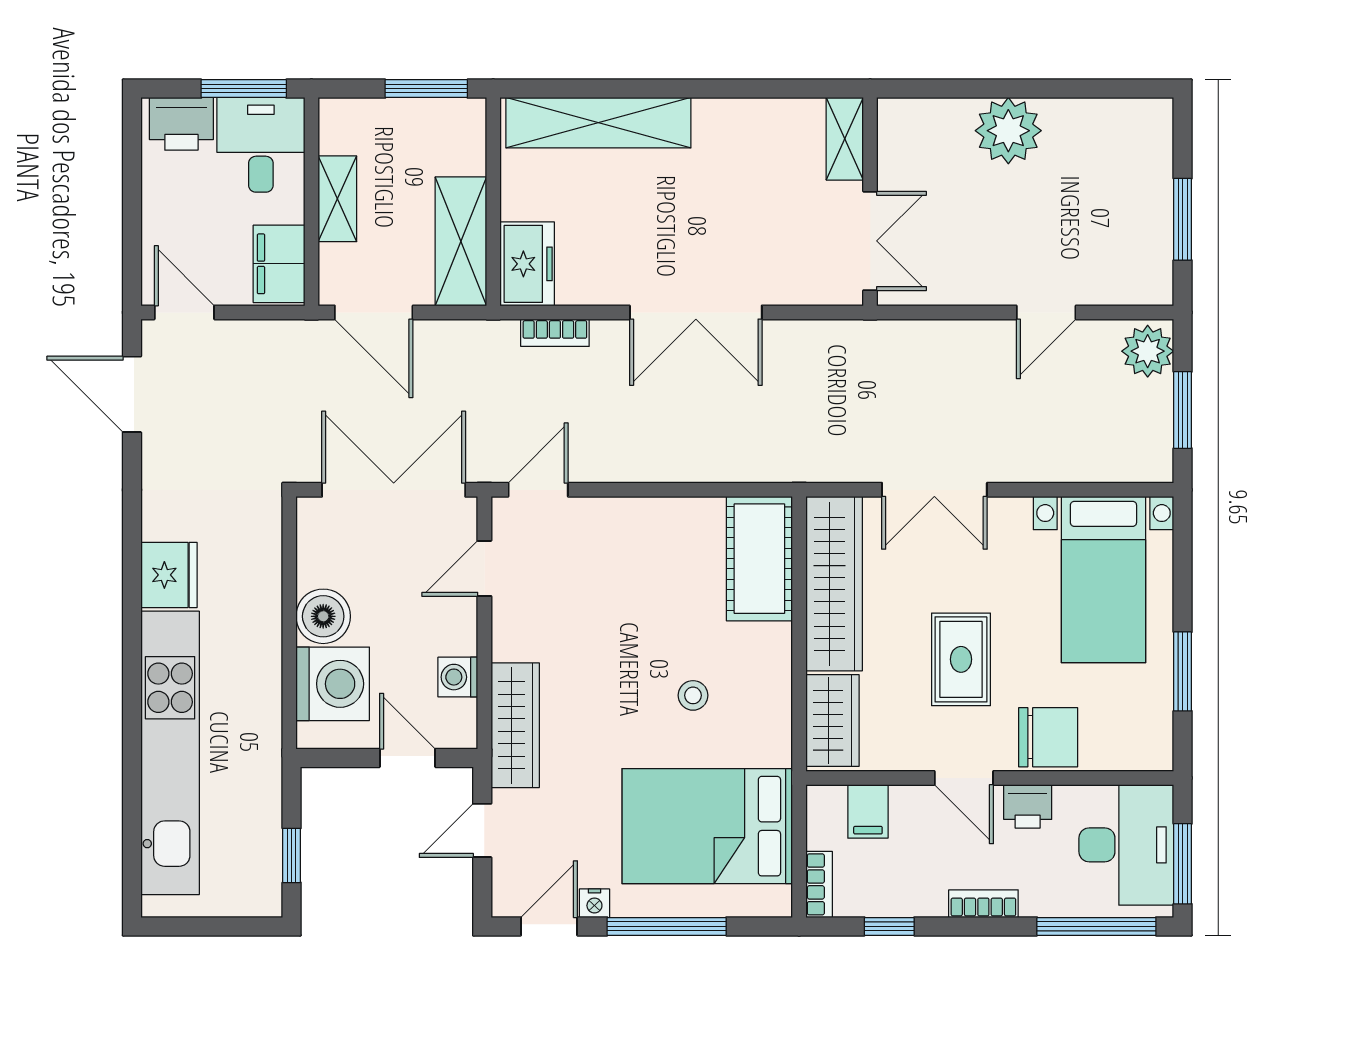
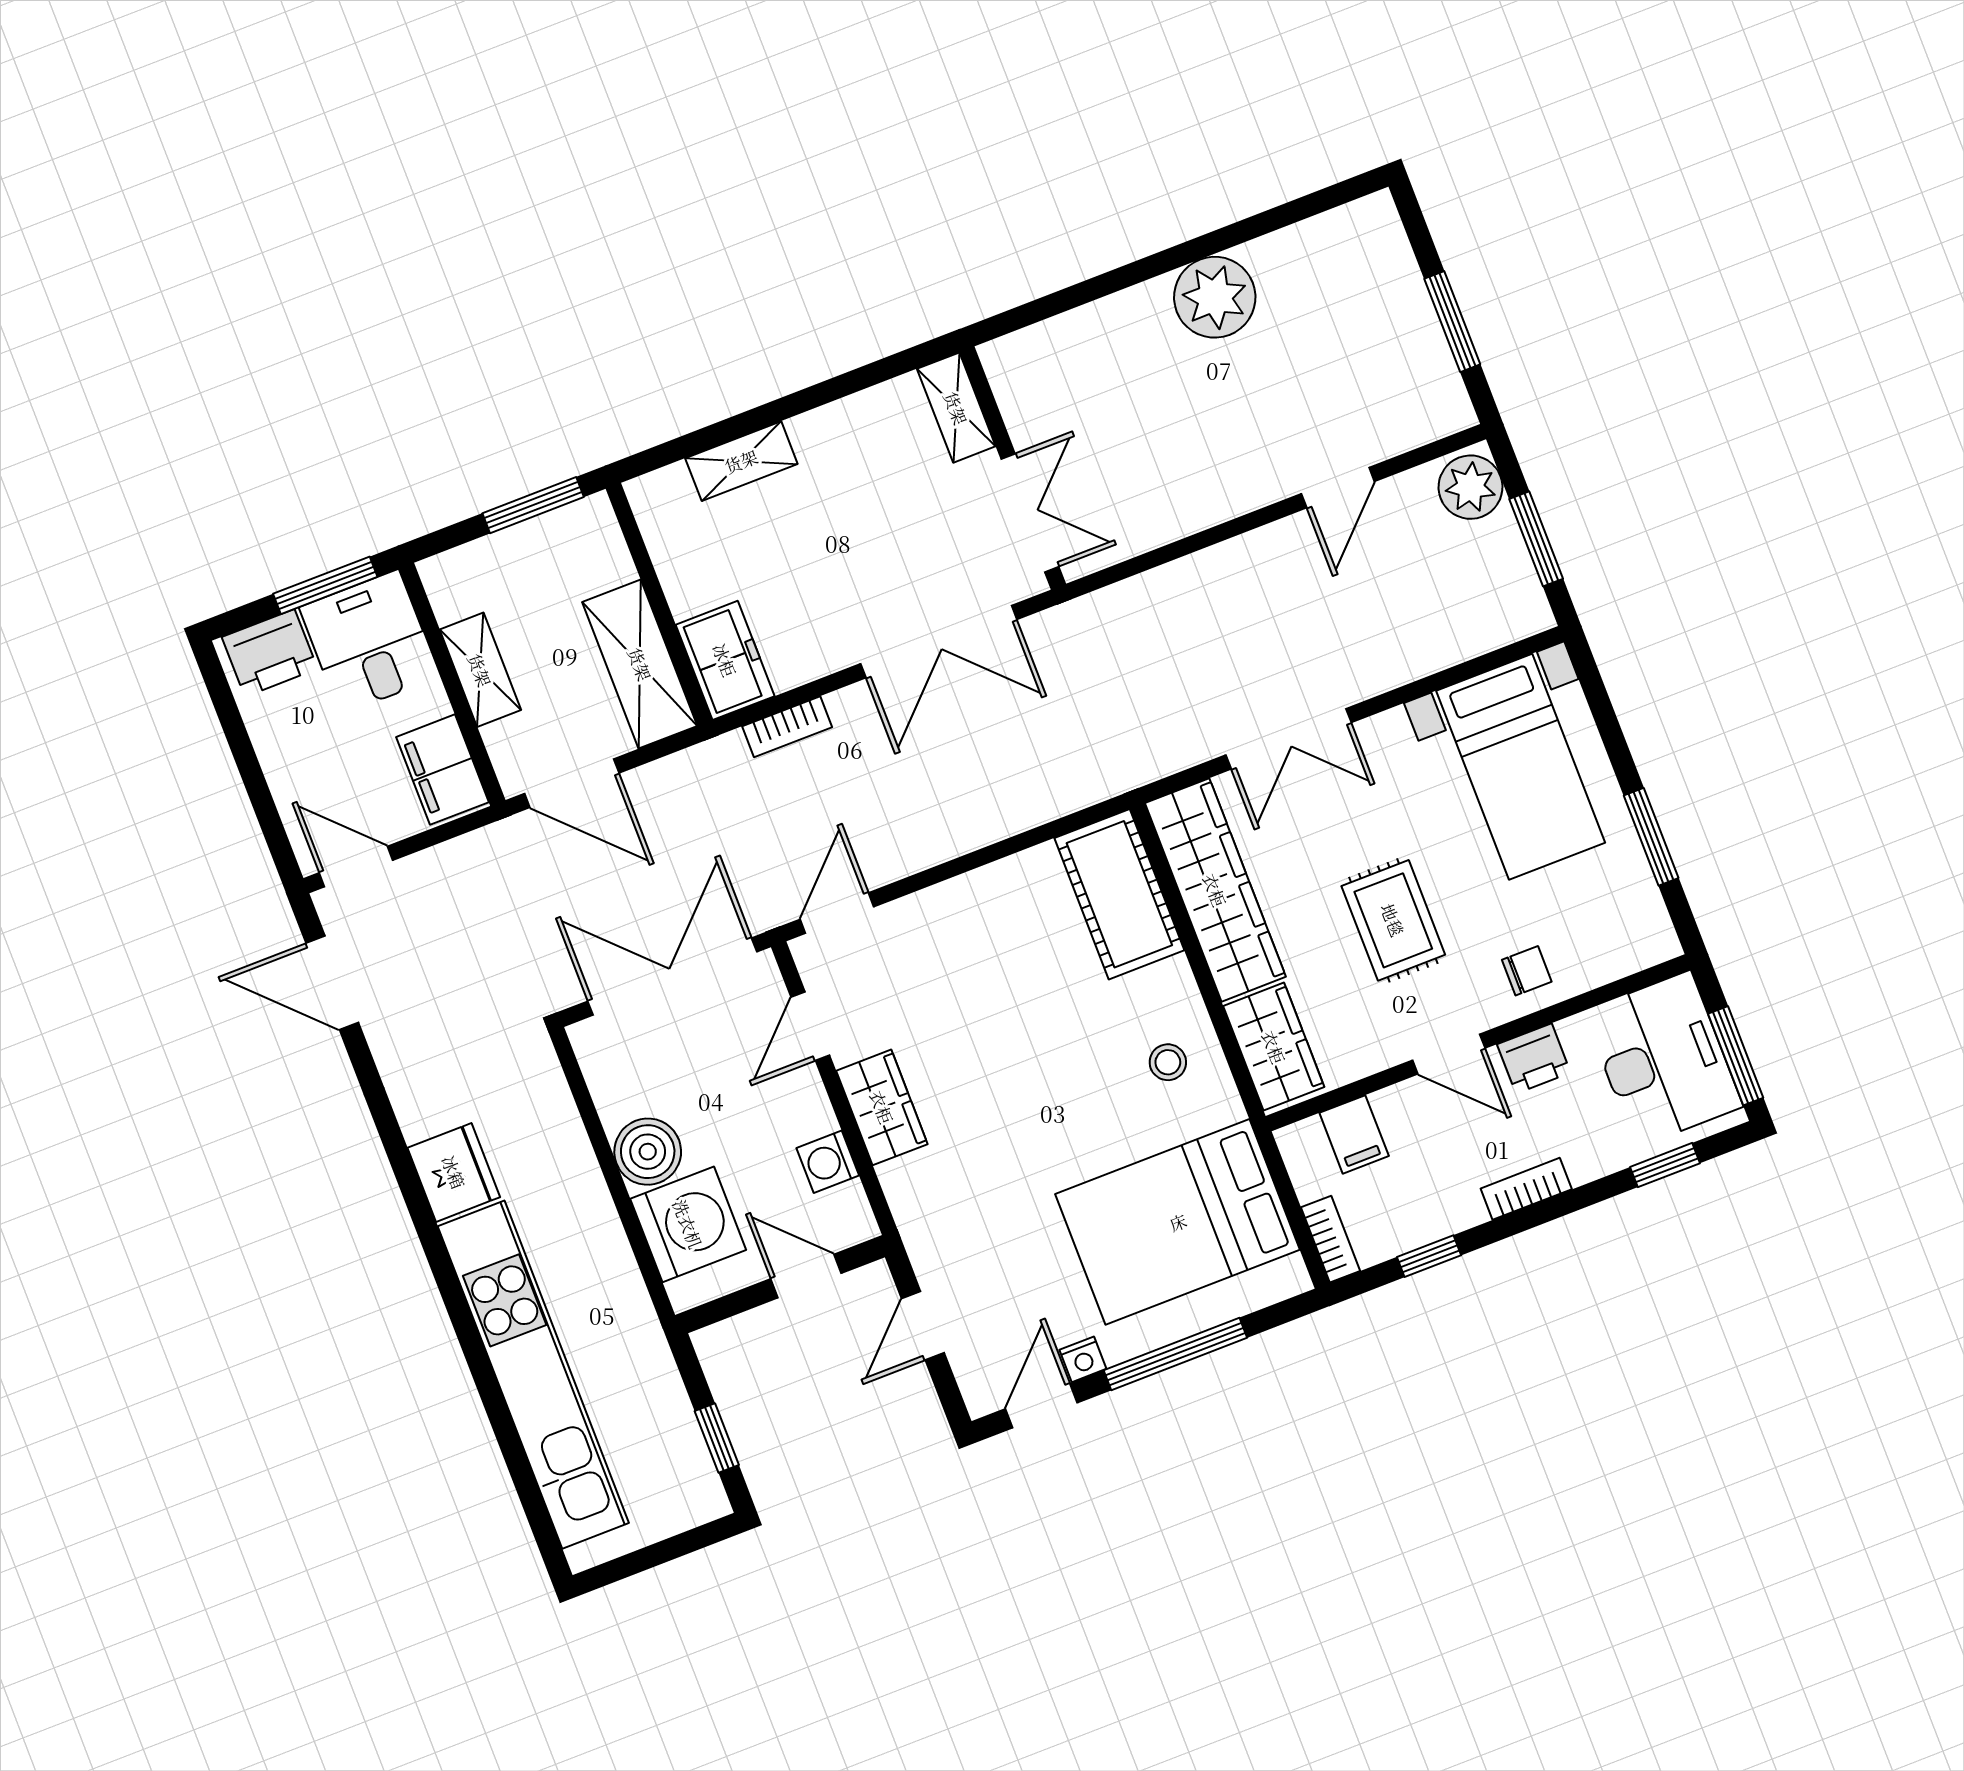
shelving: (598, 123) -> (741, 461), width x0.45, depth x0.75
shelving: (845, 139) -> (956, 408), moved
wall: (870, 202) -> (1013, 468), moved
double door: (870, 241) -> (1030, 513), moved
stool: (693, 695) -> (1168, 1062), moved
wardrobe: (515, 725) -> (882, 1107), moved, width x0.67
chair: (1048, 737) -> (1527, 971), width x0.54, depth x0.54
window: (1096, 926) -> (1665, 1165), width x0.46

